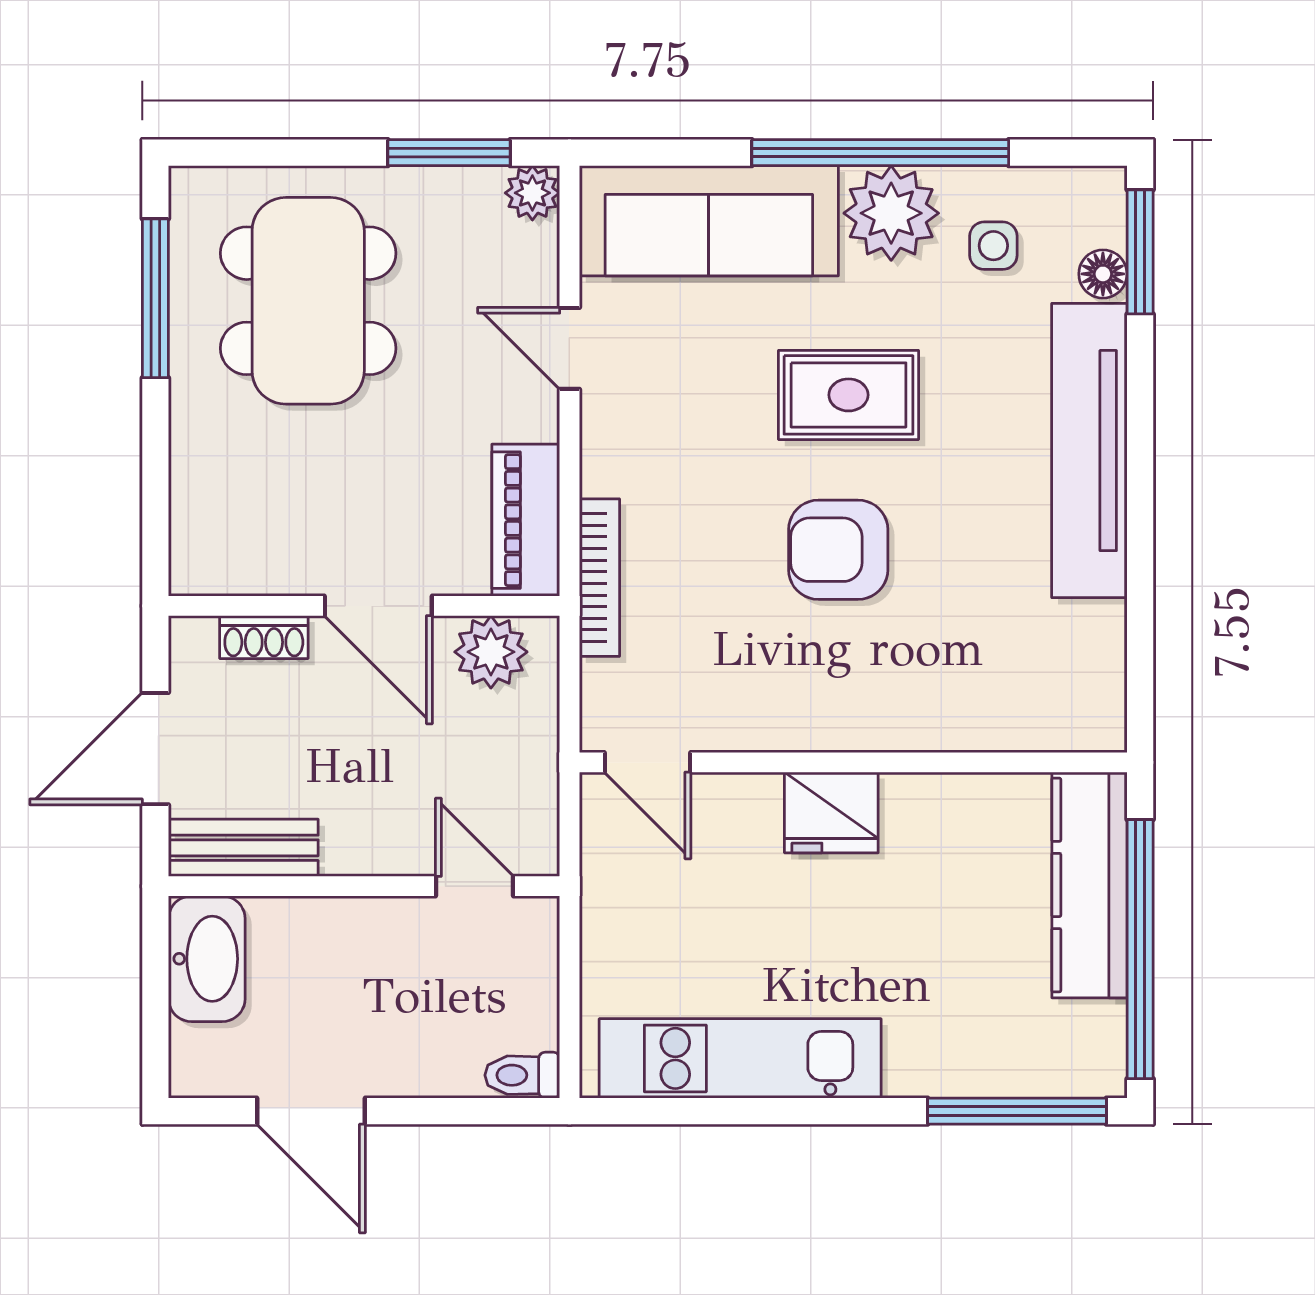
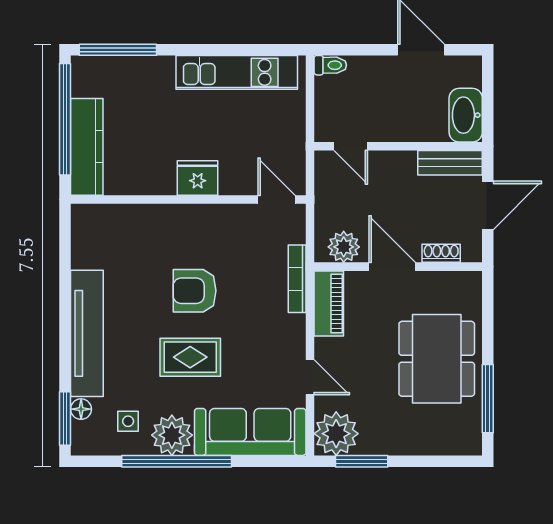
plant: (532, 193) -> (336, 434), width x1.88, depth x1.88
dining table: (308, 301) -> (437, 359), moved
armchair: (838, 550) -> (195, 291), turned 180

